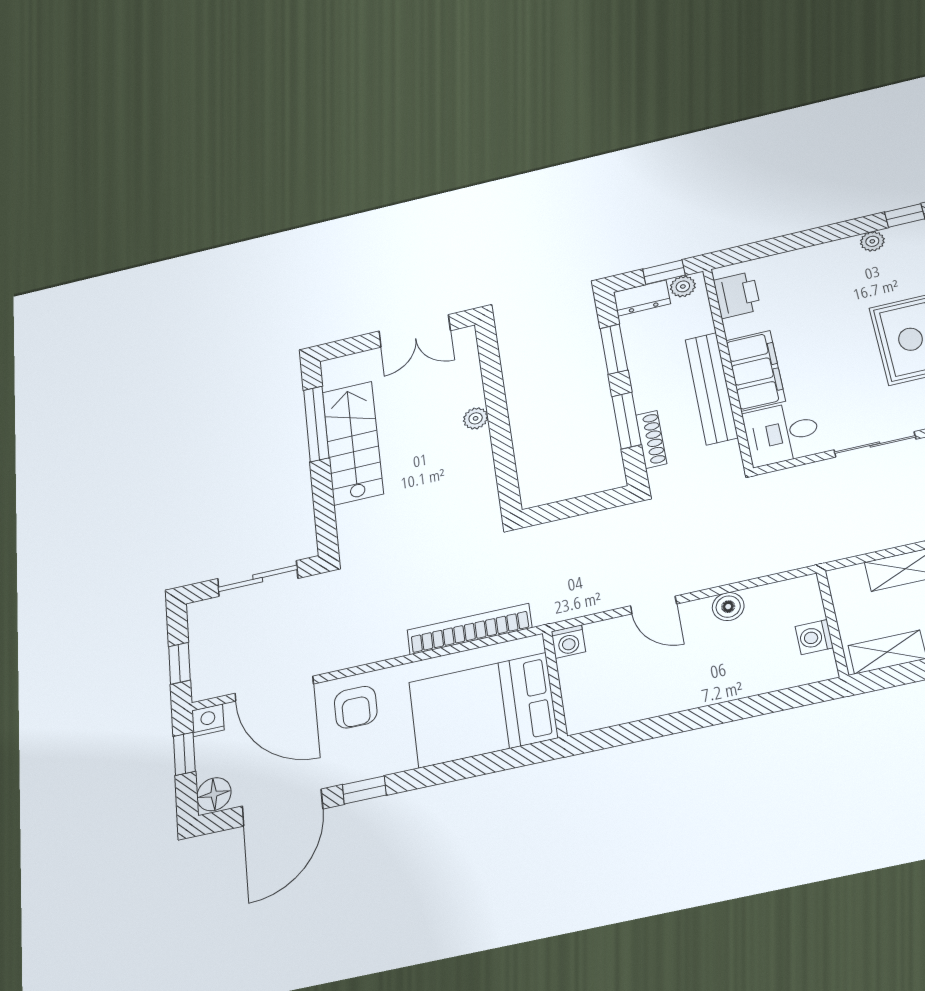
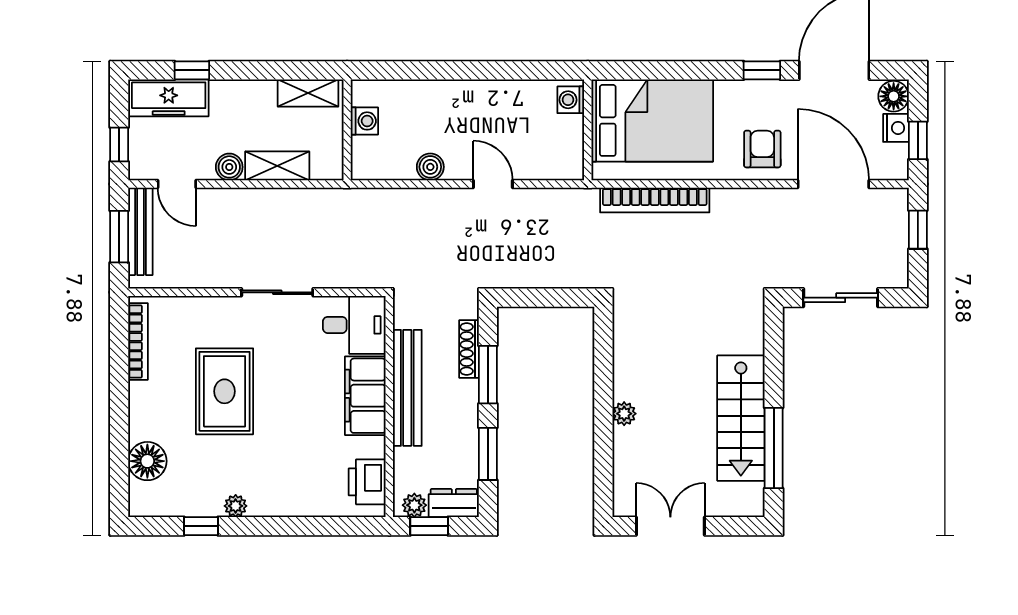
washing machine: (568, 642) -> (571, 100), moved, turned -90
nightstand: (208, 720) -> (896, 128), moved, turned -90

